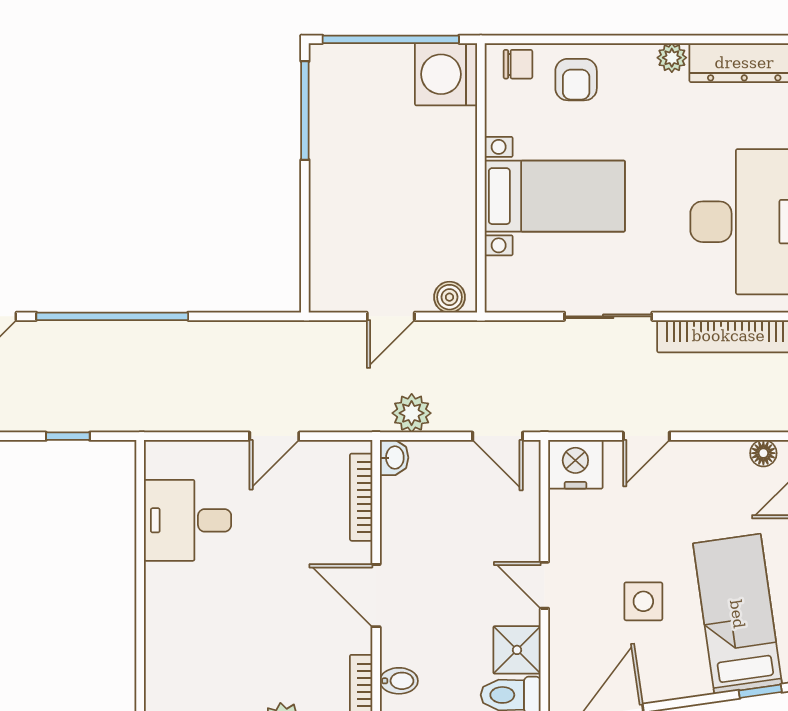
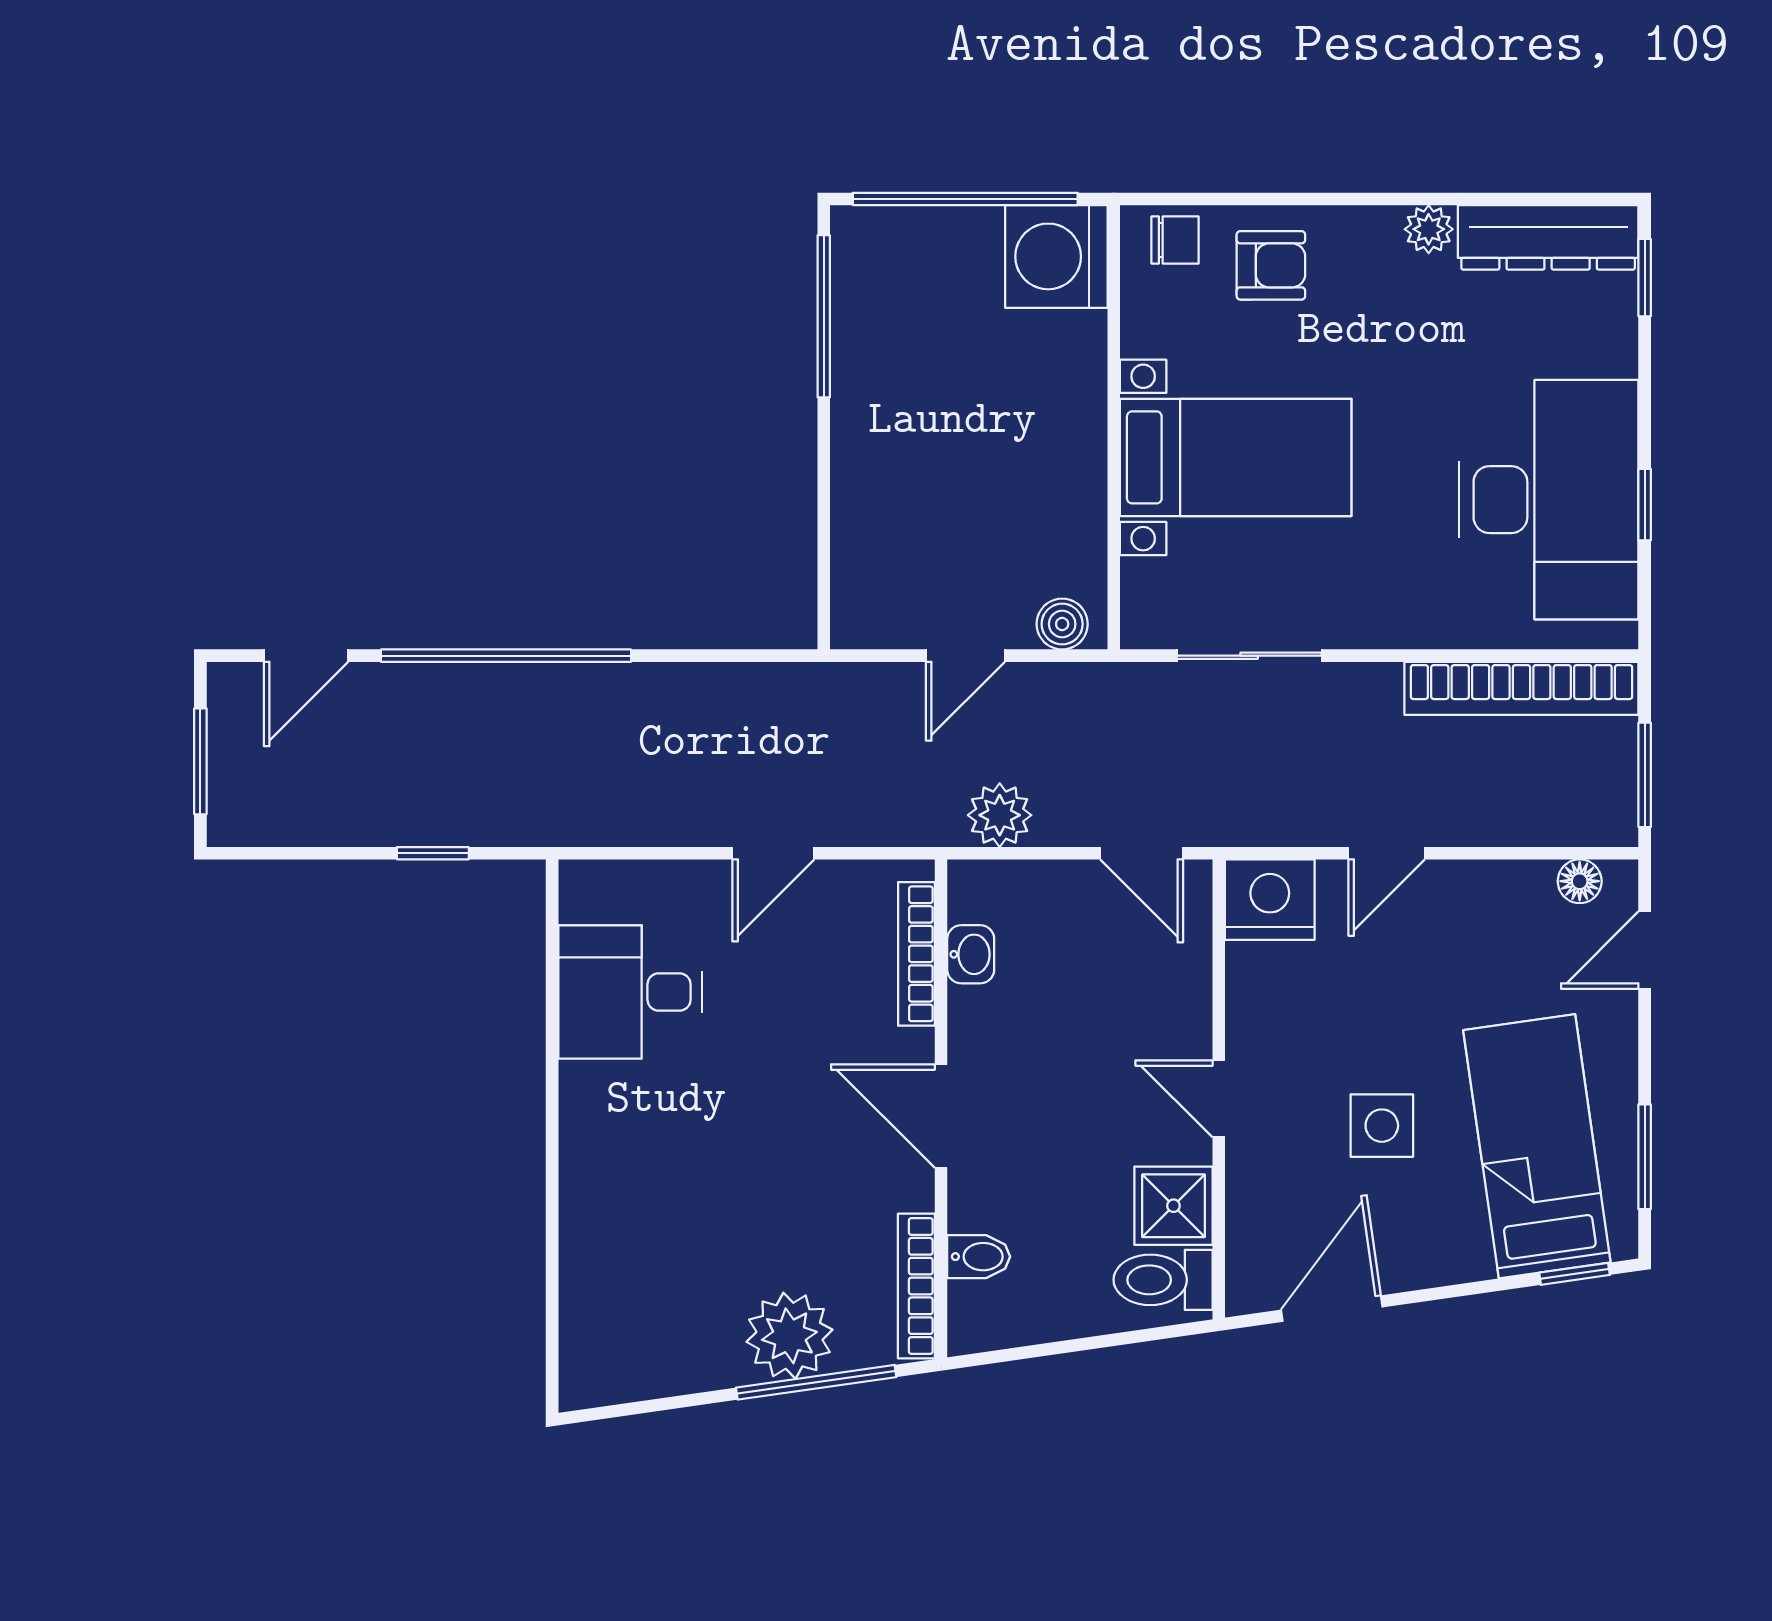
armchair: (576, 80) -> (1271, 265), turned -90
sliding door: (608, 316) -> (1249, 656), moved
washbasin: (394, 458) -> (971, 954), moved

